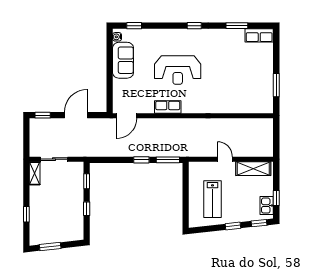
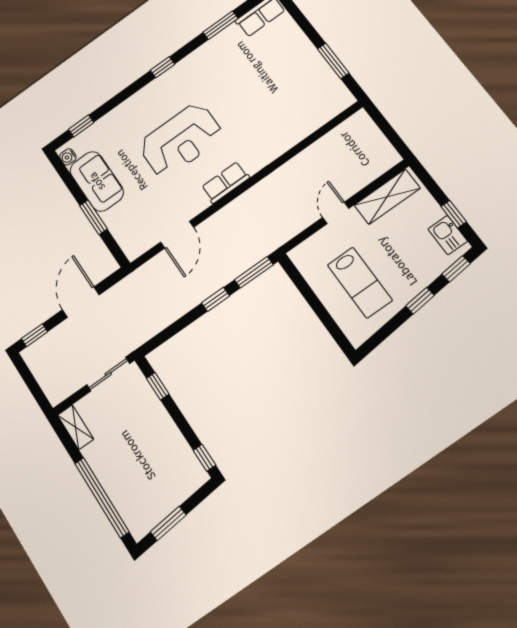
window: (110, 77) -> (93, 217), added
row of seats: (168, 107) -> (225, 182), moved
door: (126, 116) -> (177, 235), moved
sliding door: (54, 159) -> (108, 374), moved
door: (225, 159) -> (336, 213), hinge flipped
window: (87, 209) -> (204, 458), moved
window: (26, 214) -> (102, 497), width x3.17

